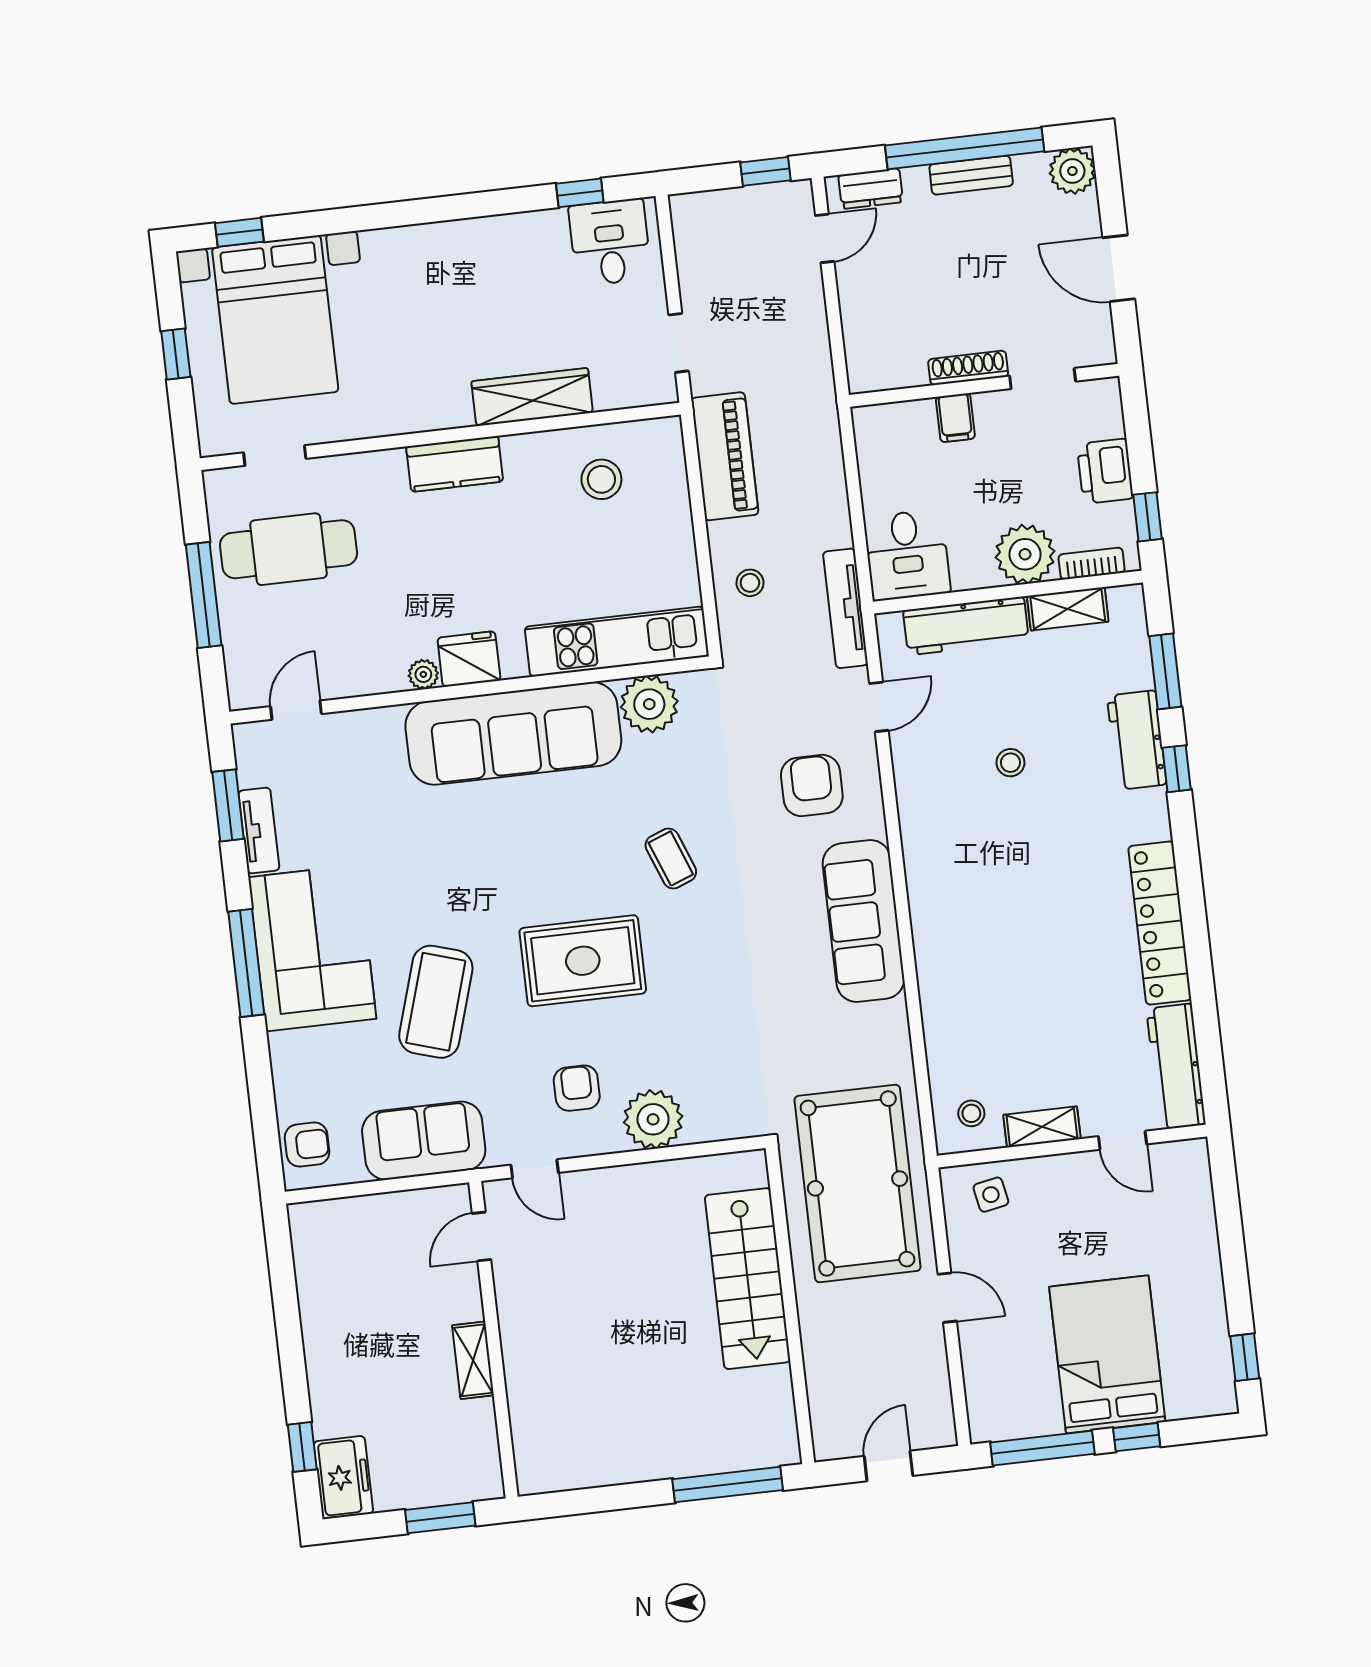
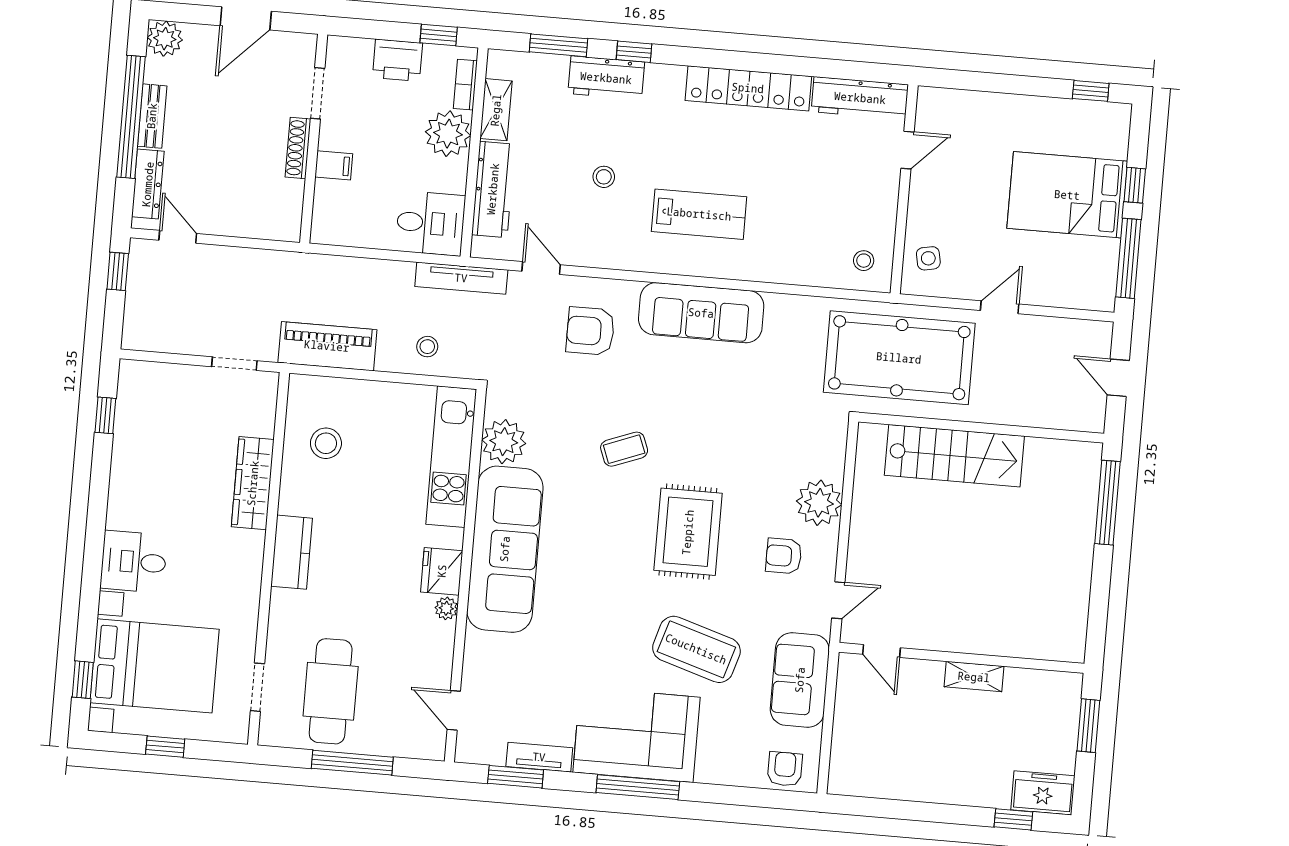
dresser: (871, 189) -> (148, 184), width x1.44
desk: (610, 242) -> (134, 562), moved
lab bench: (988, 893) -> (699, 214), added
shelving: (1042, 1127) -> (885, 209), removed

